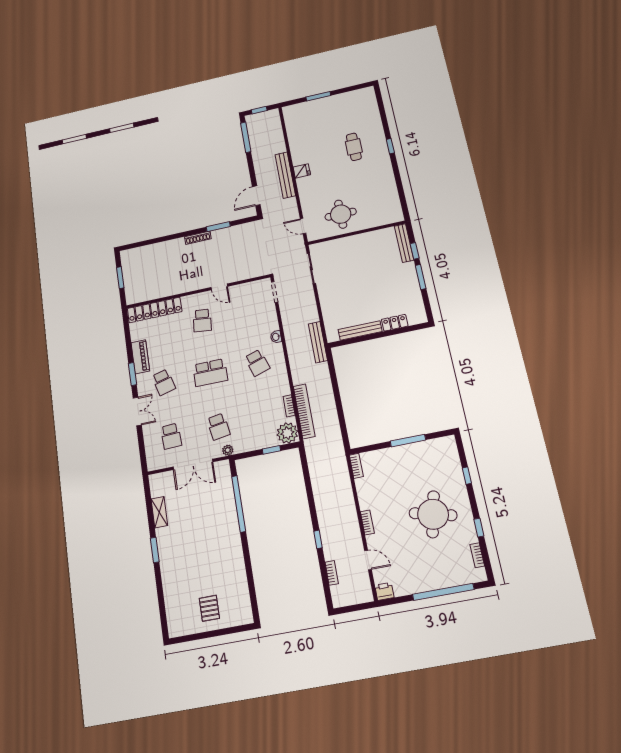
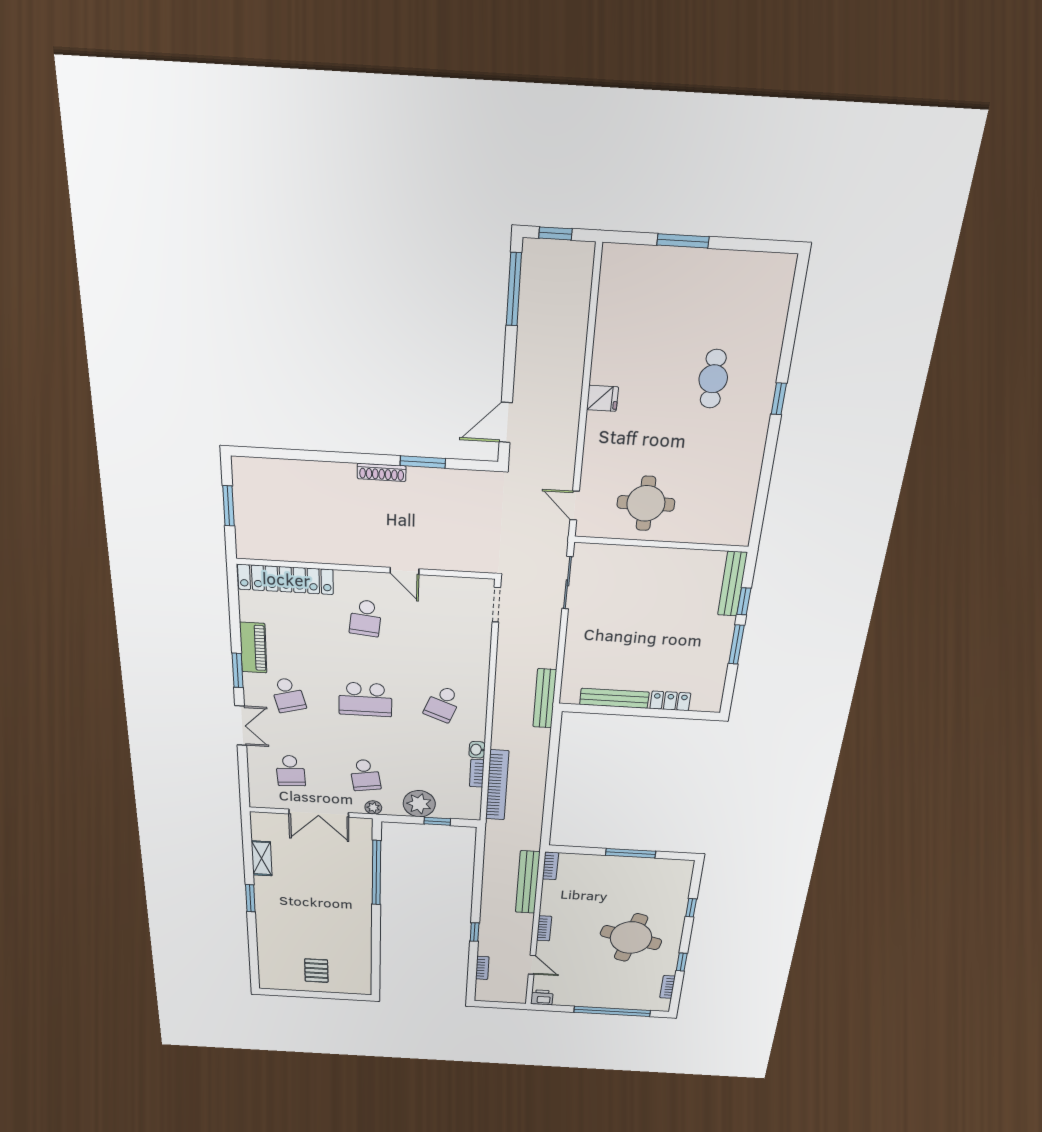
bench: (285, 175) -> (528, 882), moved
washbasin: (276, 337) -> (477, 750), moved
school desk: (257, 363) -> (443, 704), turned 39
plant: (287, 433) -> (419, 804), moved

